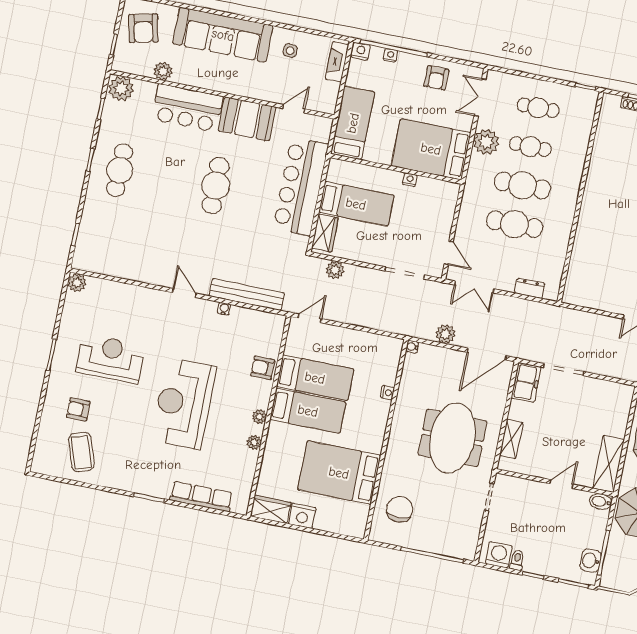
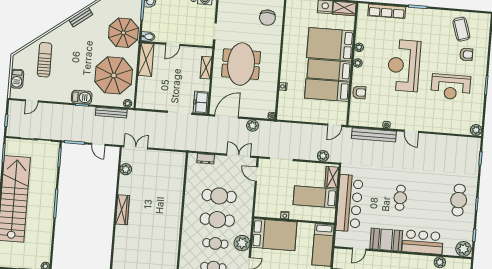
cafe table: (216, 186) -> (400, 198), width x0.73, depth x0.74
reception desk: (184, 403) -> (404, 66), turned 180
bed: (339, 473) -> (330, 44), moved, turned 180

